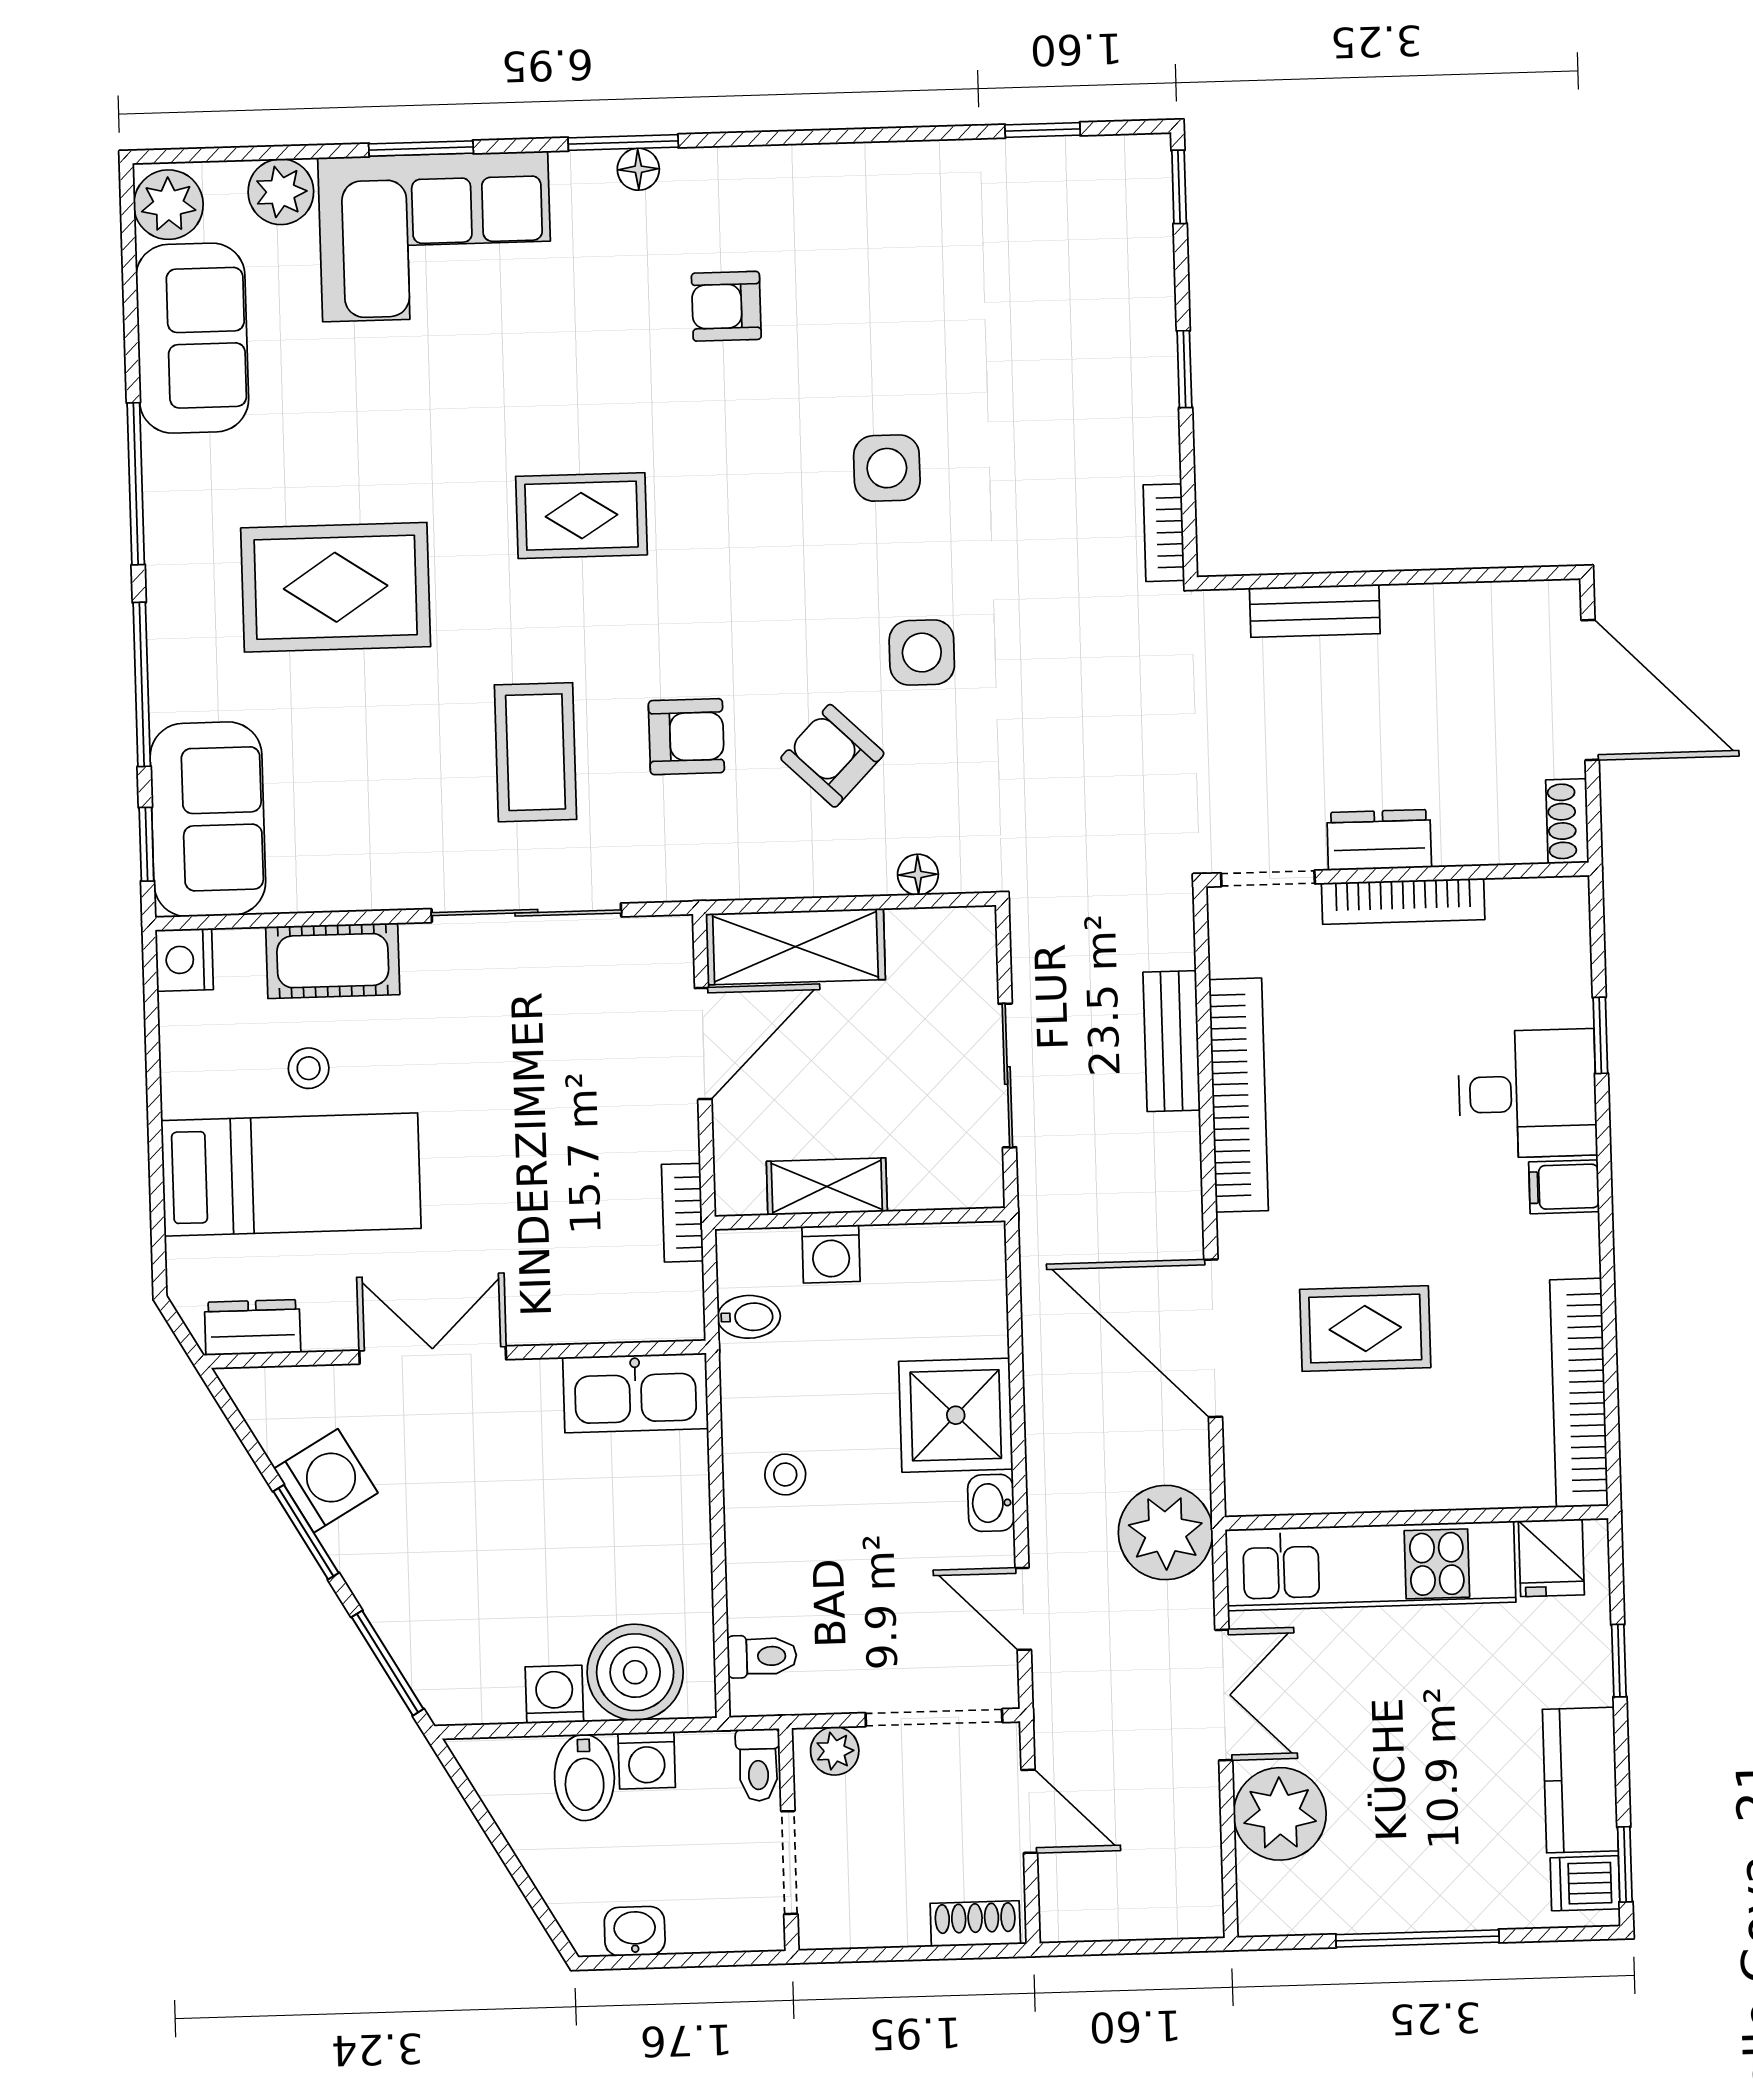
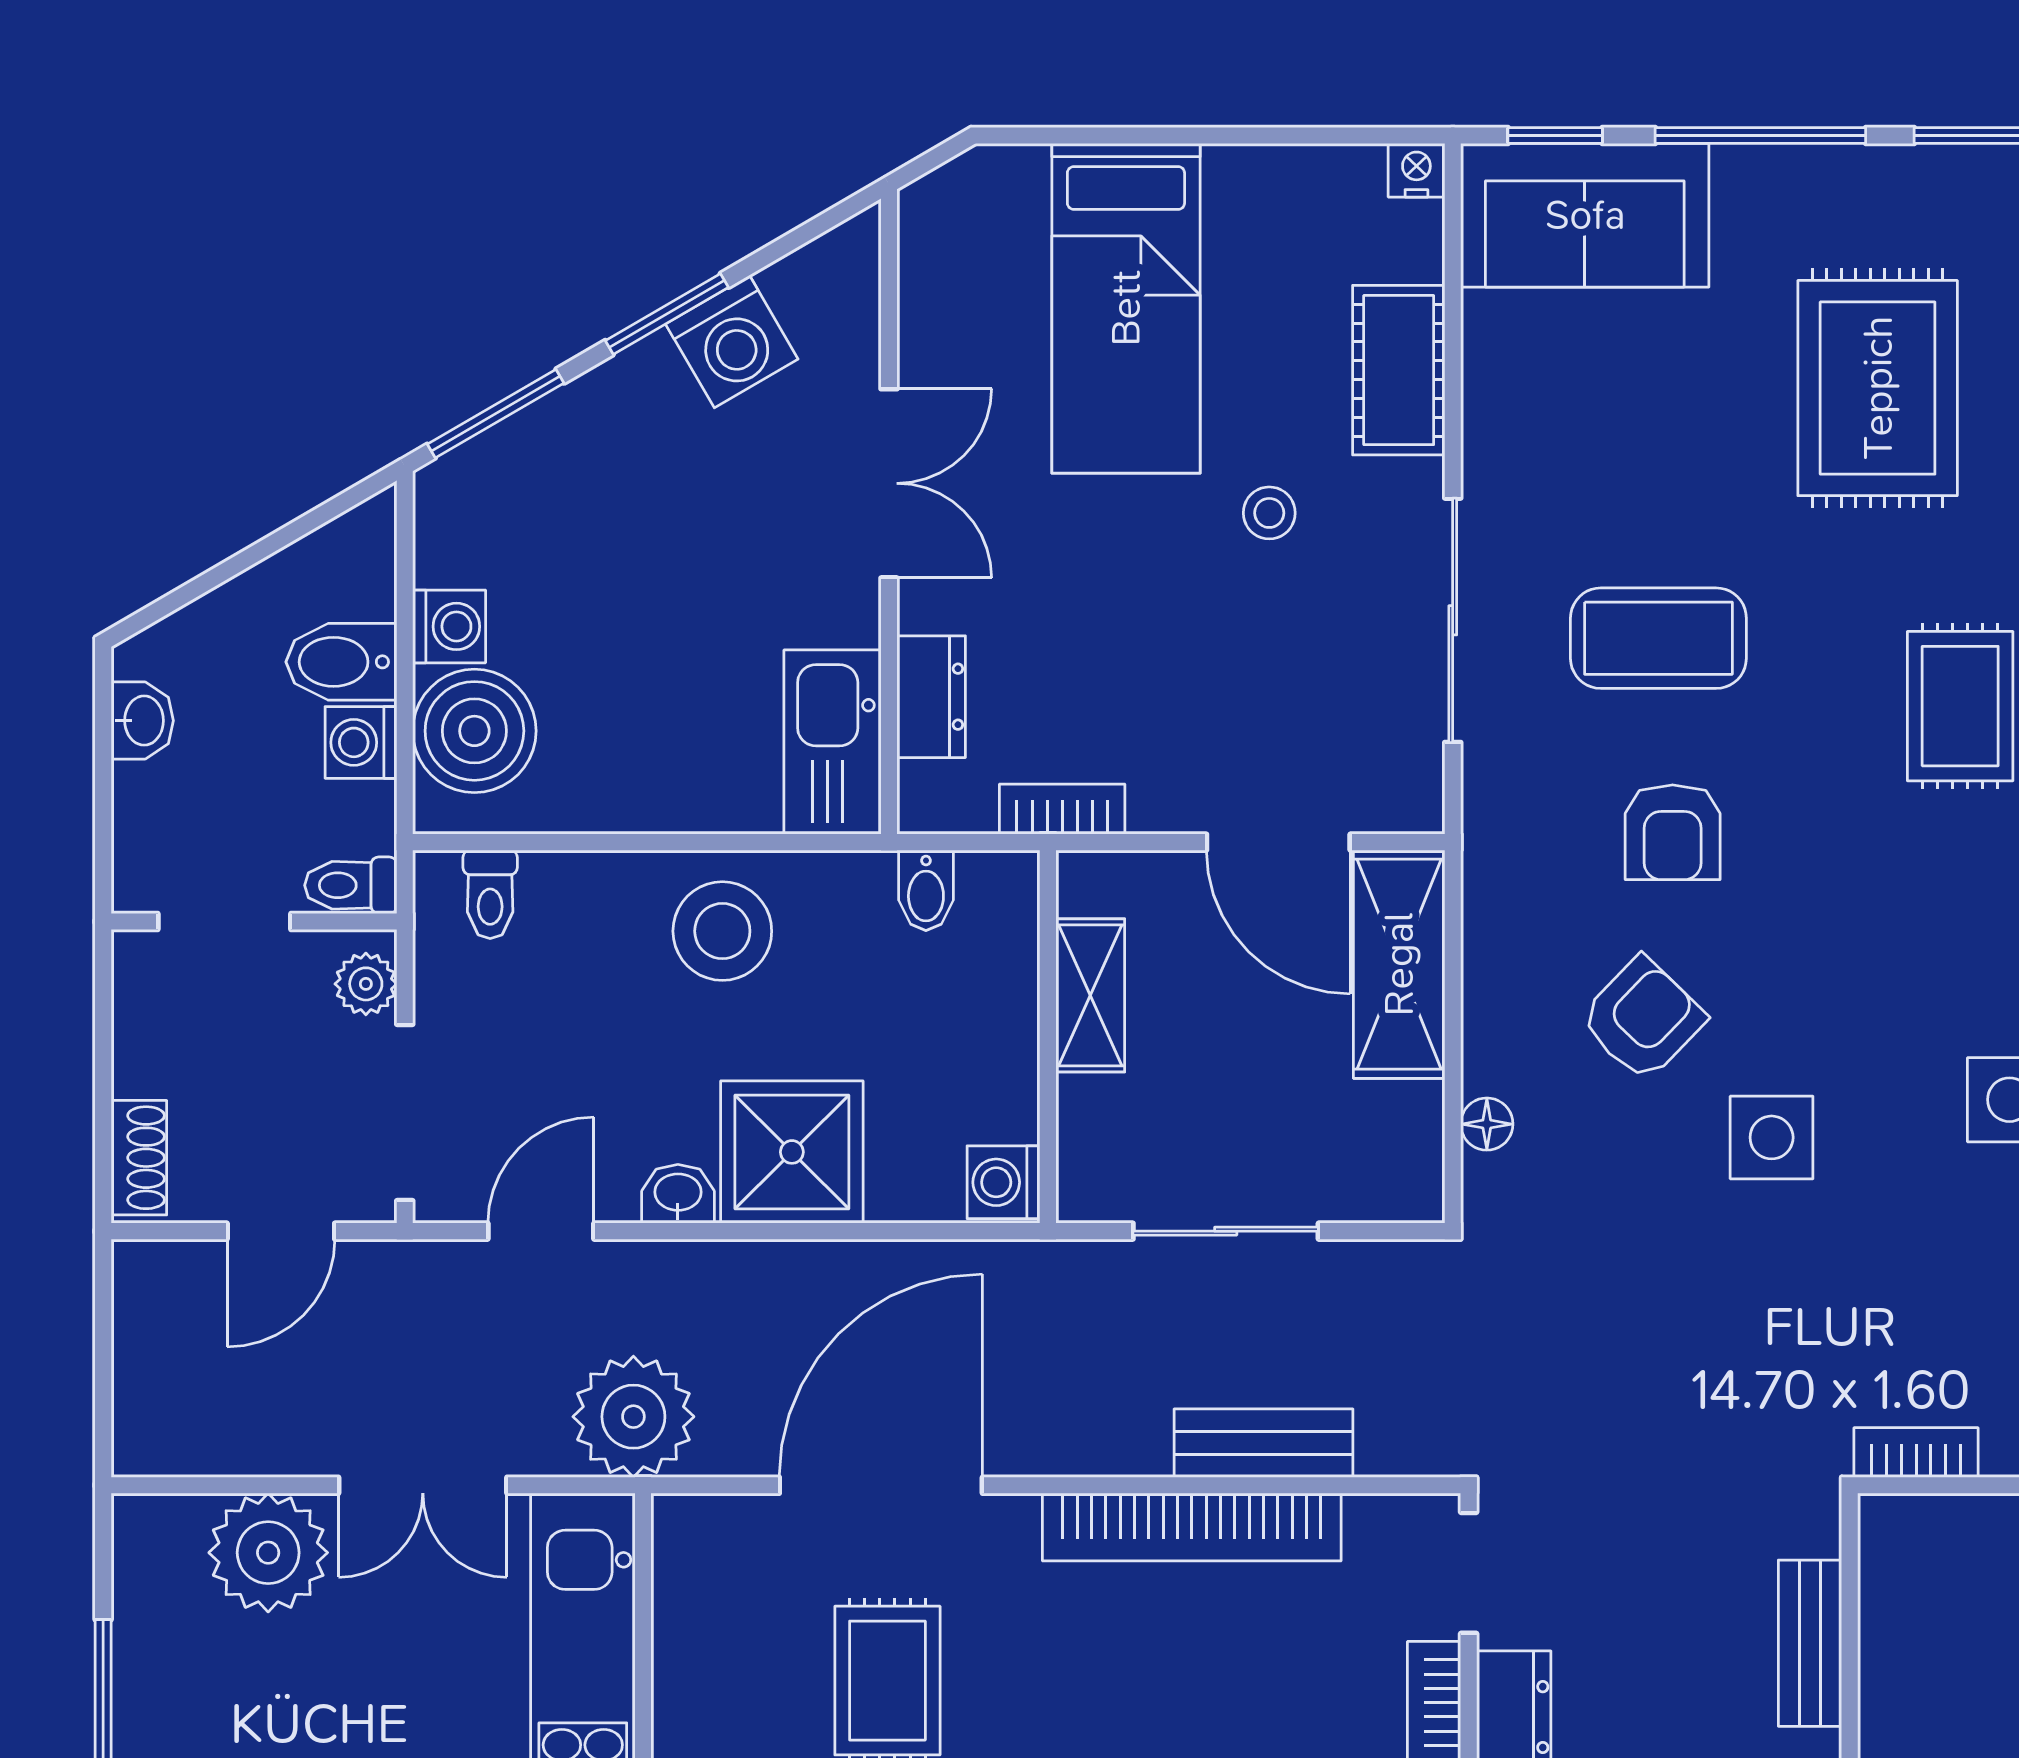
nightstand: (184, 960) -> (1416, 170), width x0.72, depth x0.74
stool: (309, 1068) -> (1269, 513), moved
washing machine: (831, 1254) -> (1003, 1182), moved
dresser: (253, 1327) -> (931, 697), moved
stool: (785, 1474) -> (722, 931), width x1.89, depth x1.89

